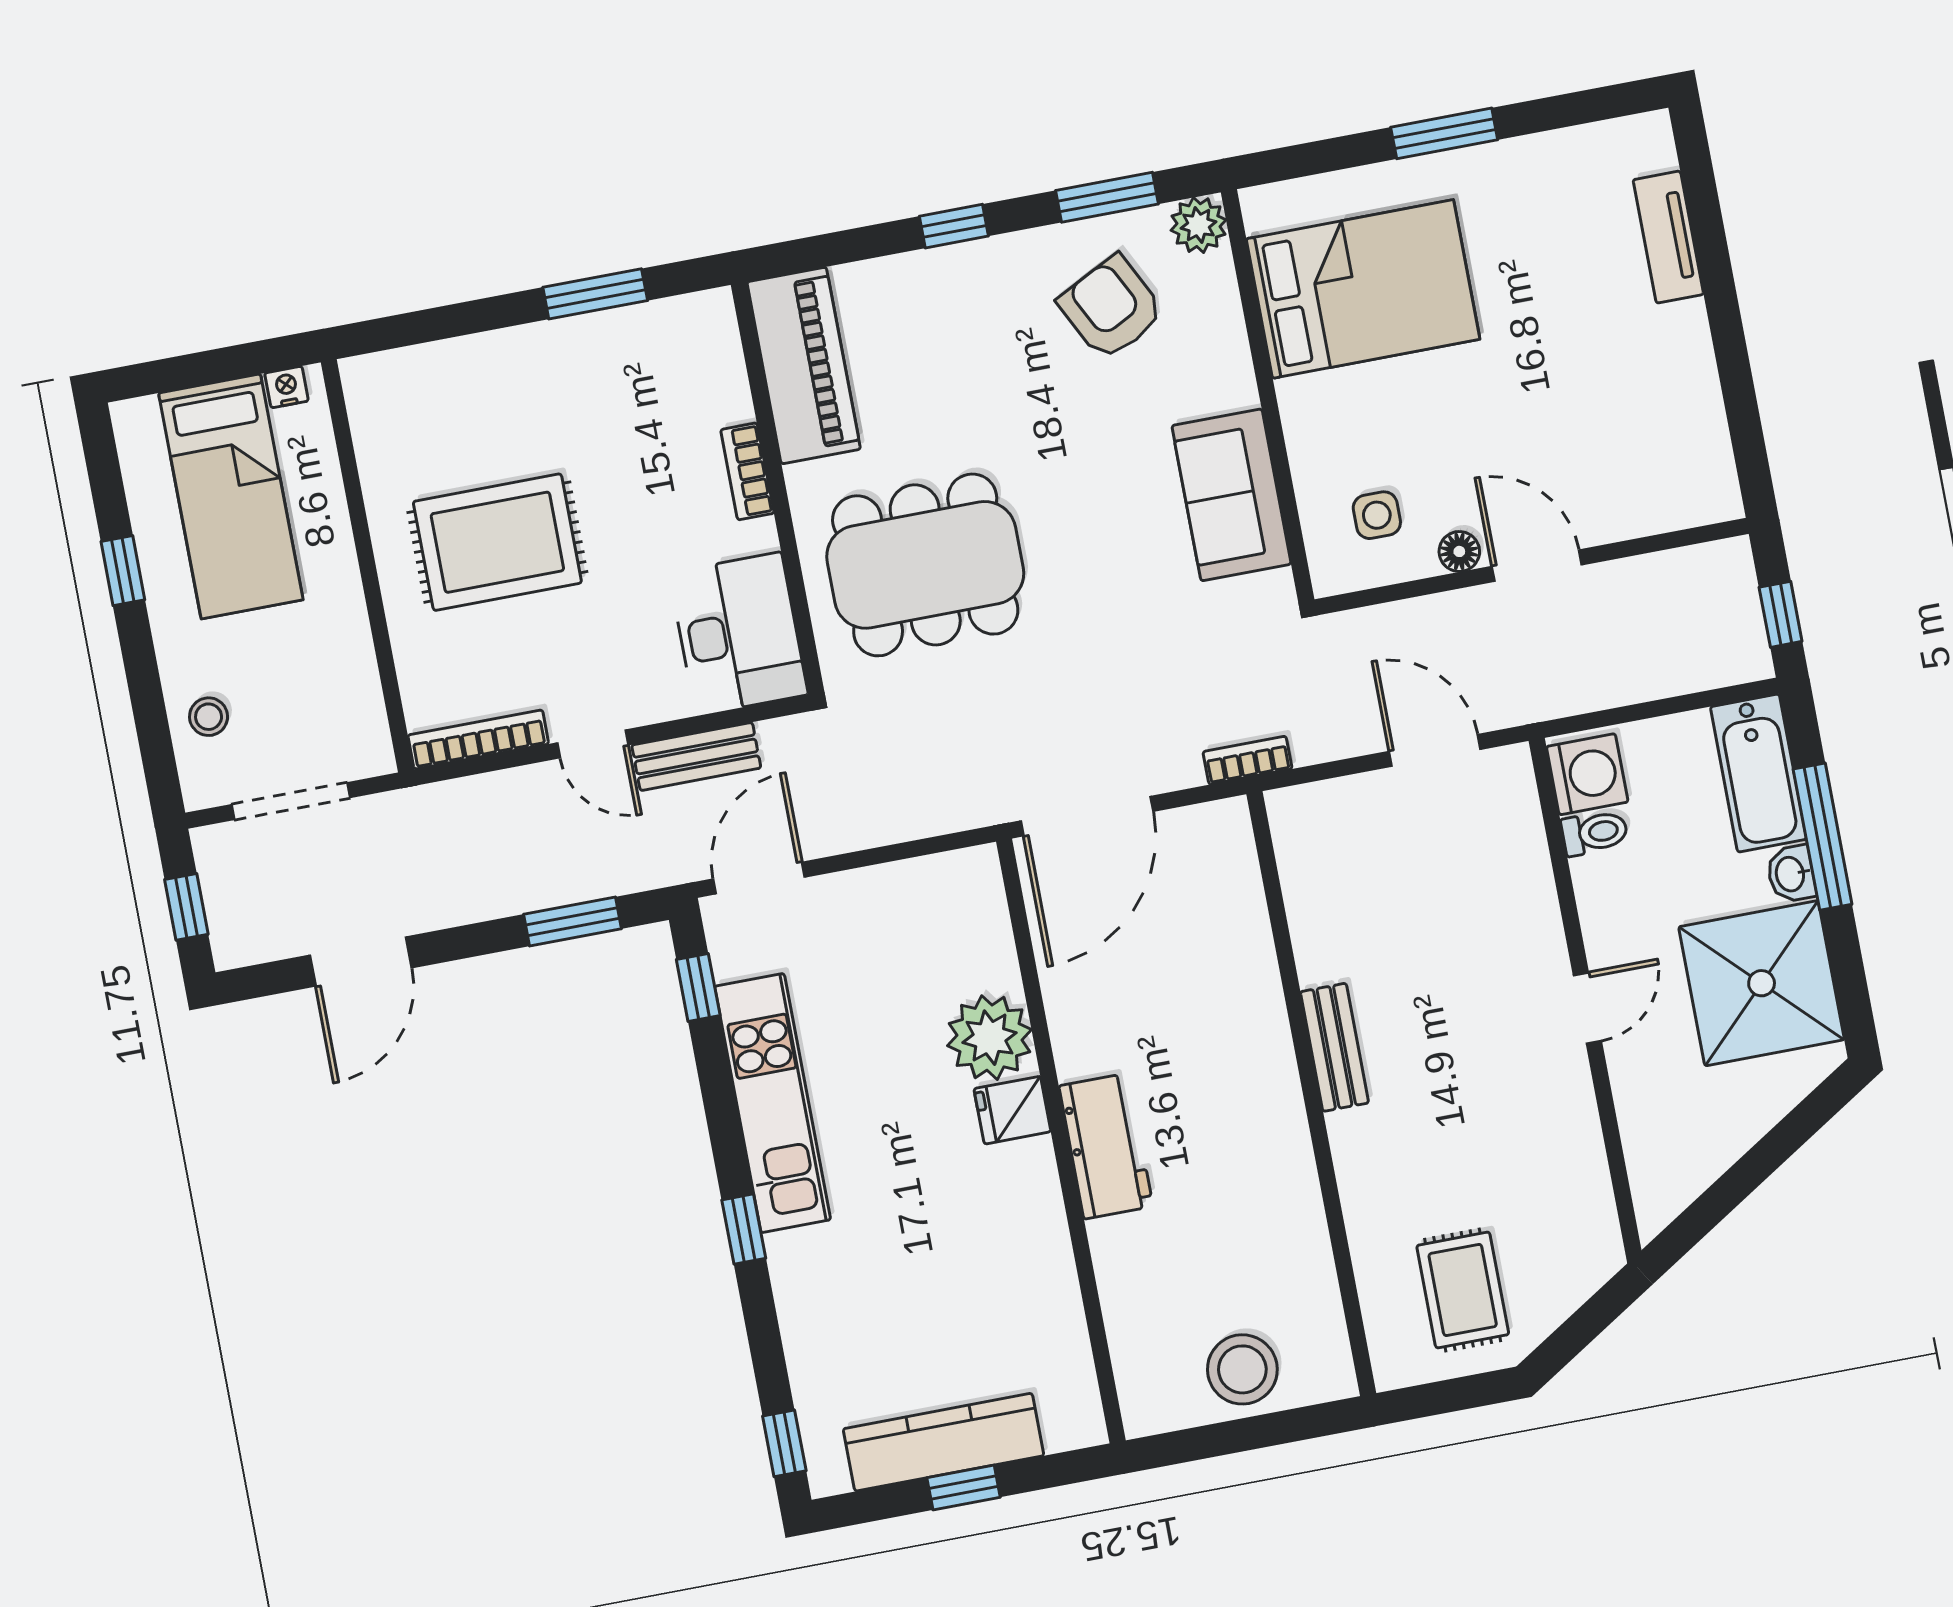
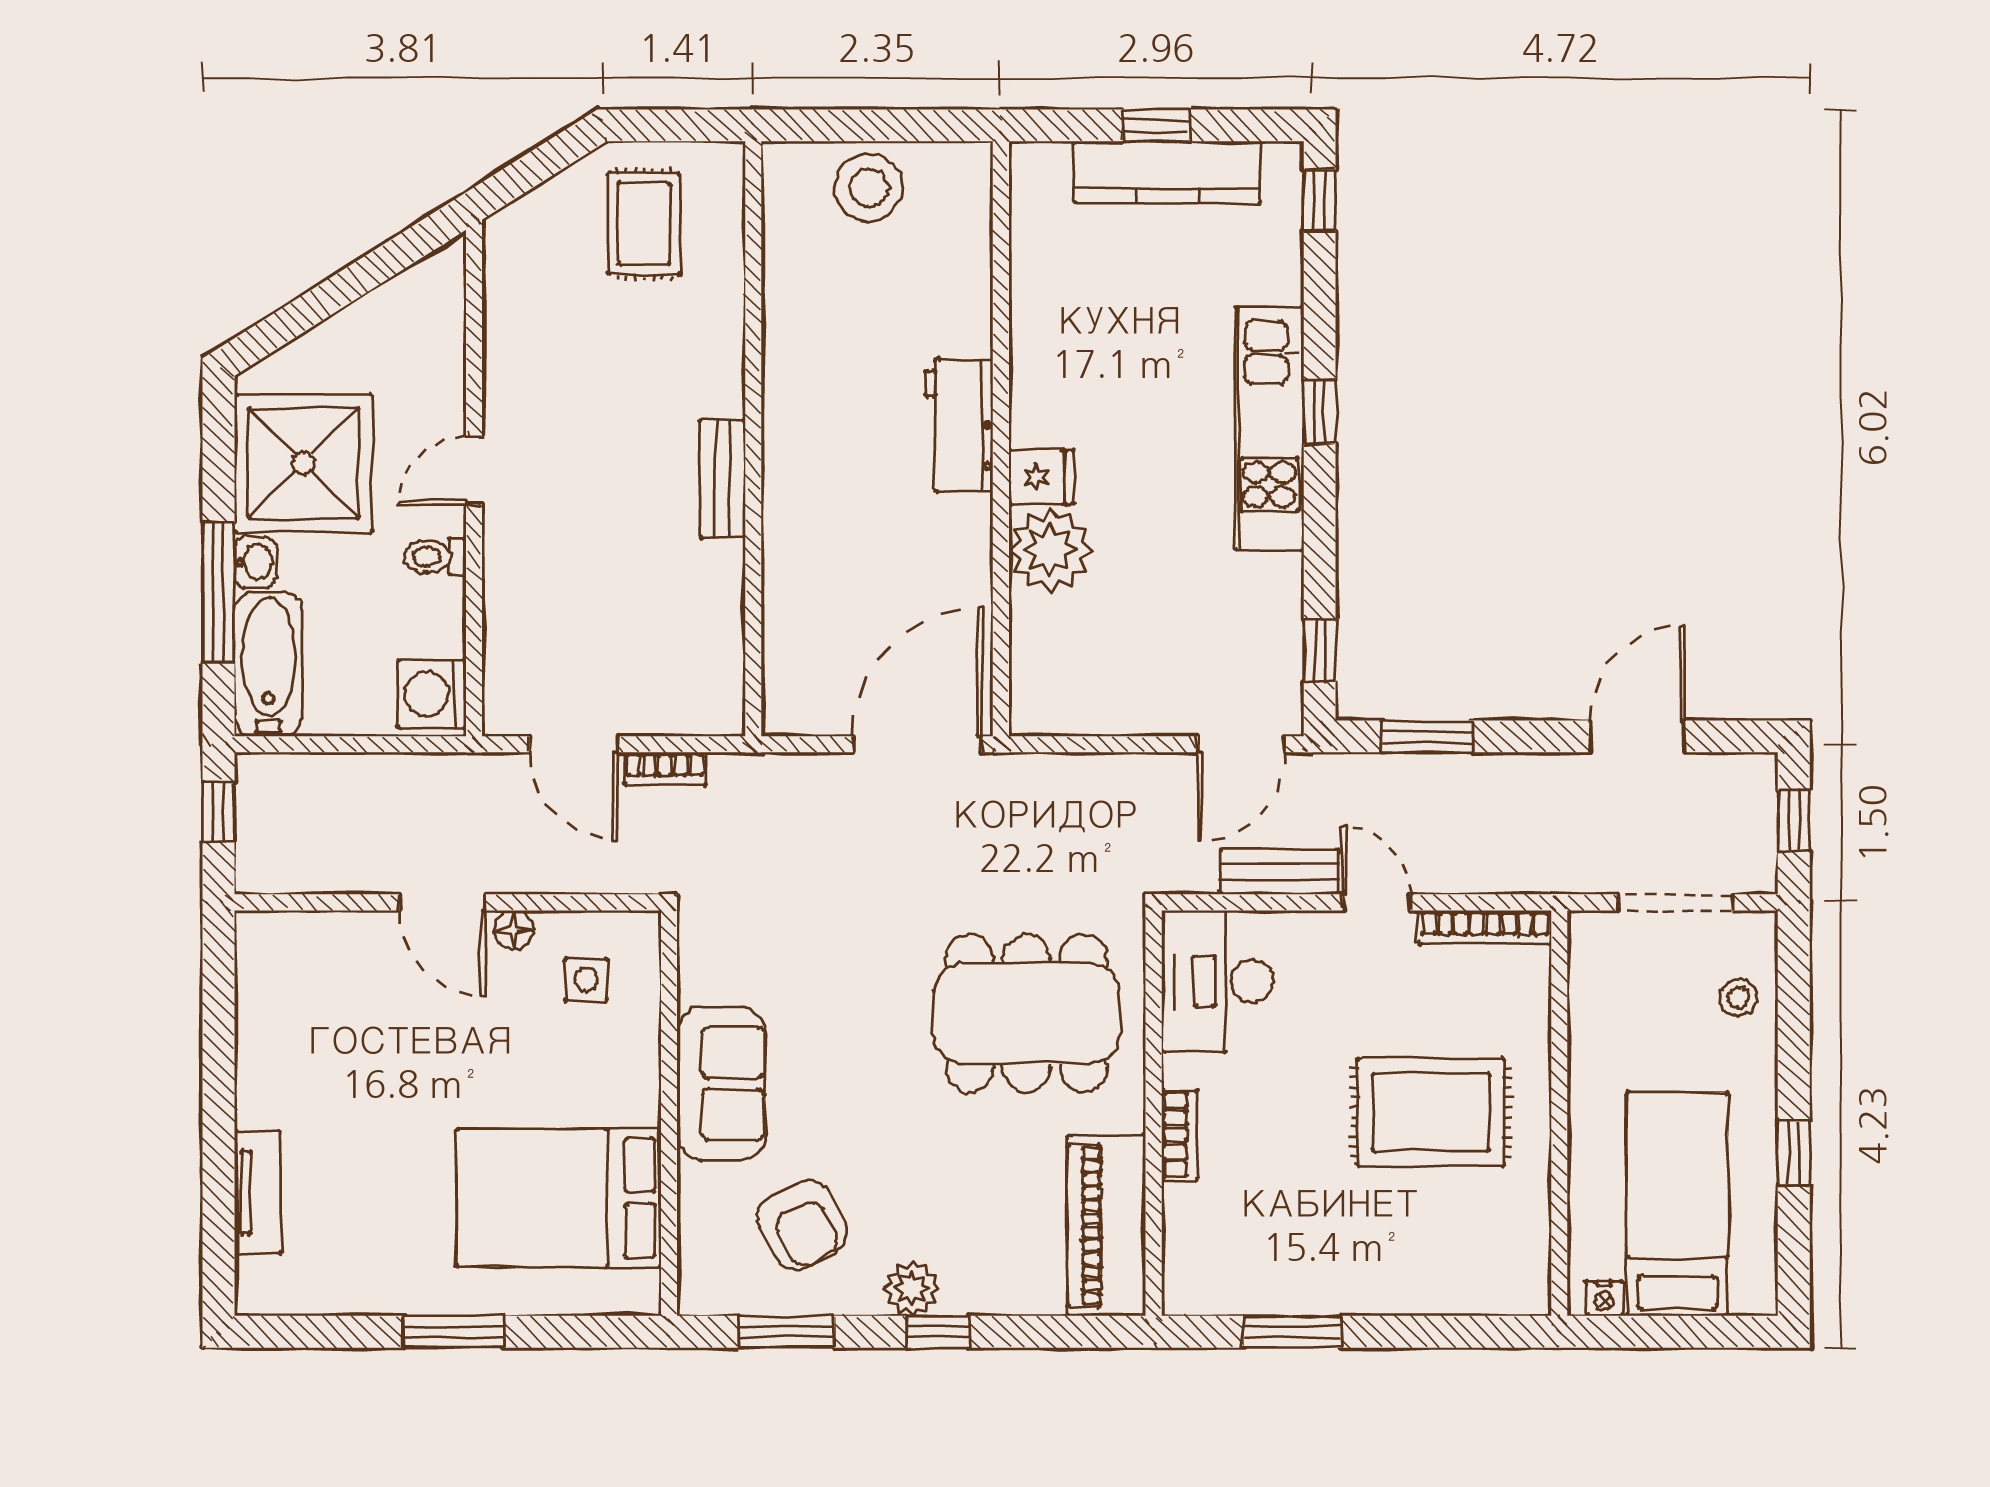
plant: (1198, 225) -> (912, 1289), moved
sofa: (1231, 495) -> (721, 1084), moved
bookcase: (1247, 760) -> (665, 769), moved
toilet: (1595, 833) -> (435, 557), moved
kitchen unit: (773, 1103) -> (1269, 428), moved

